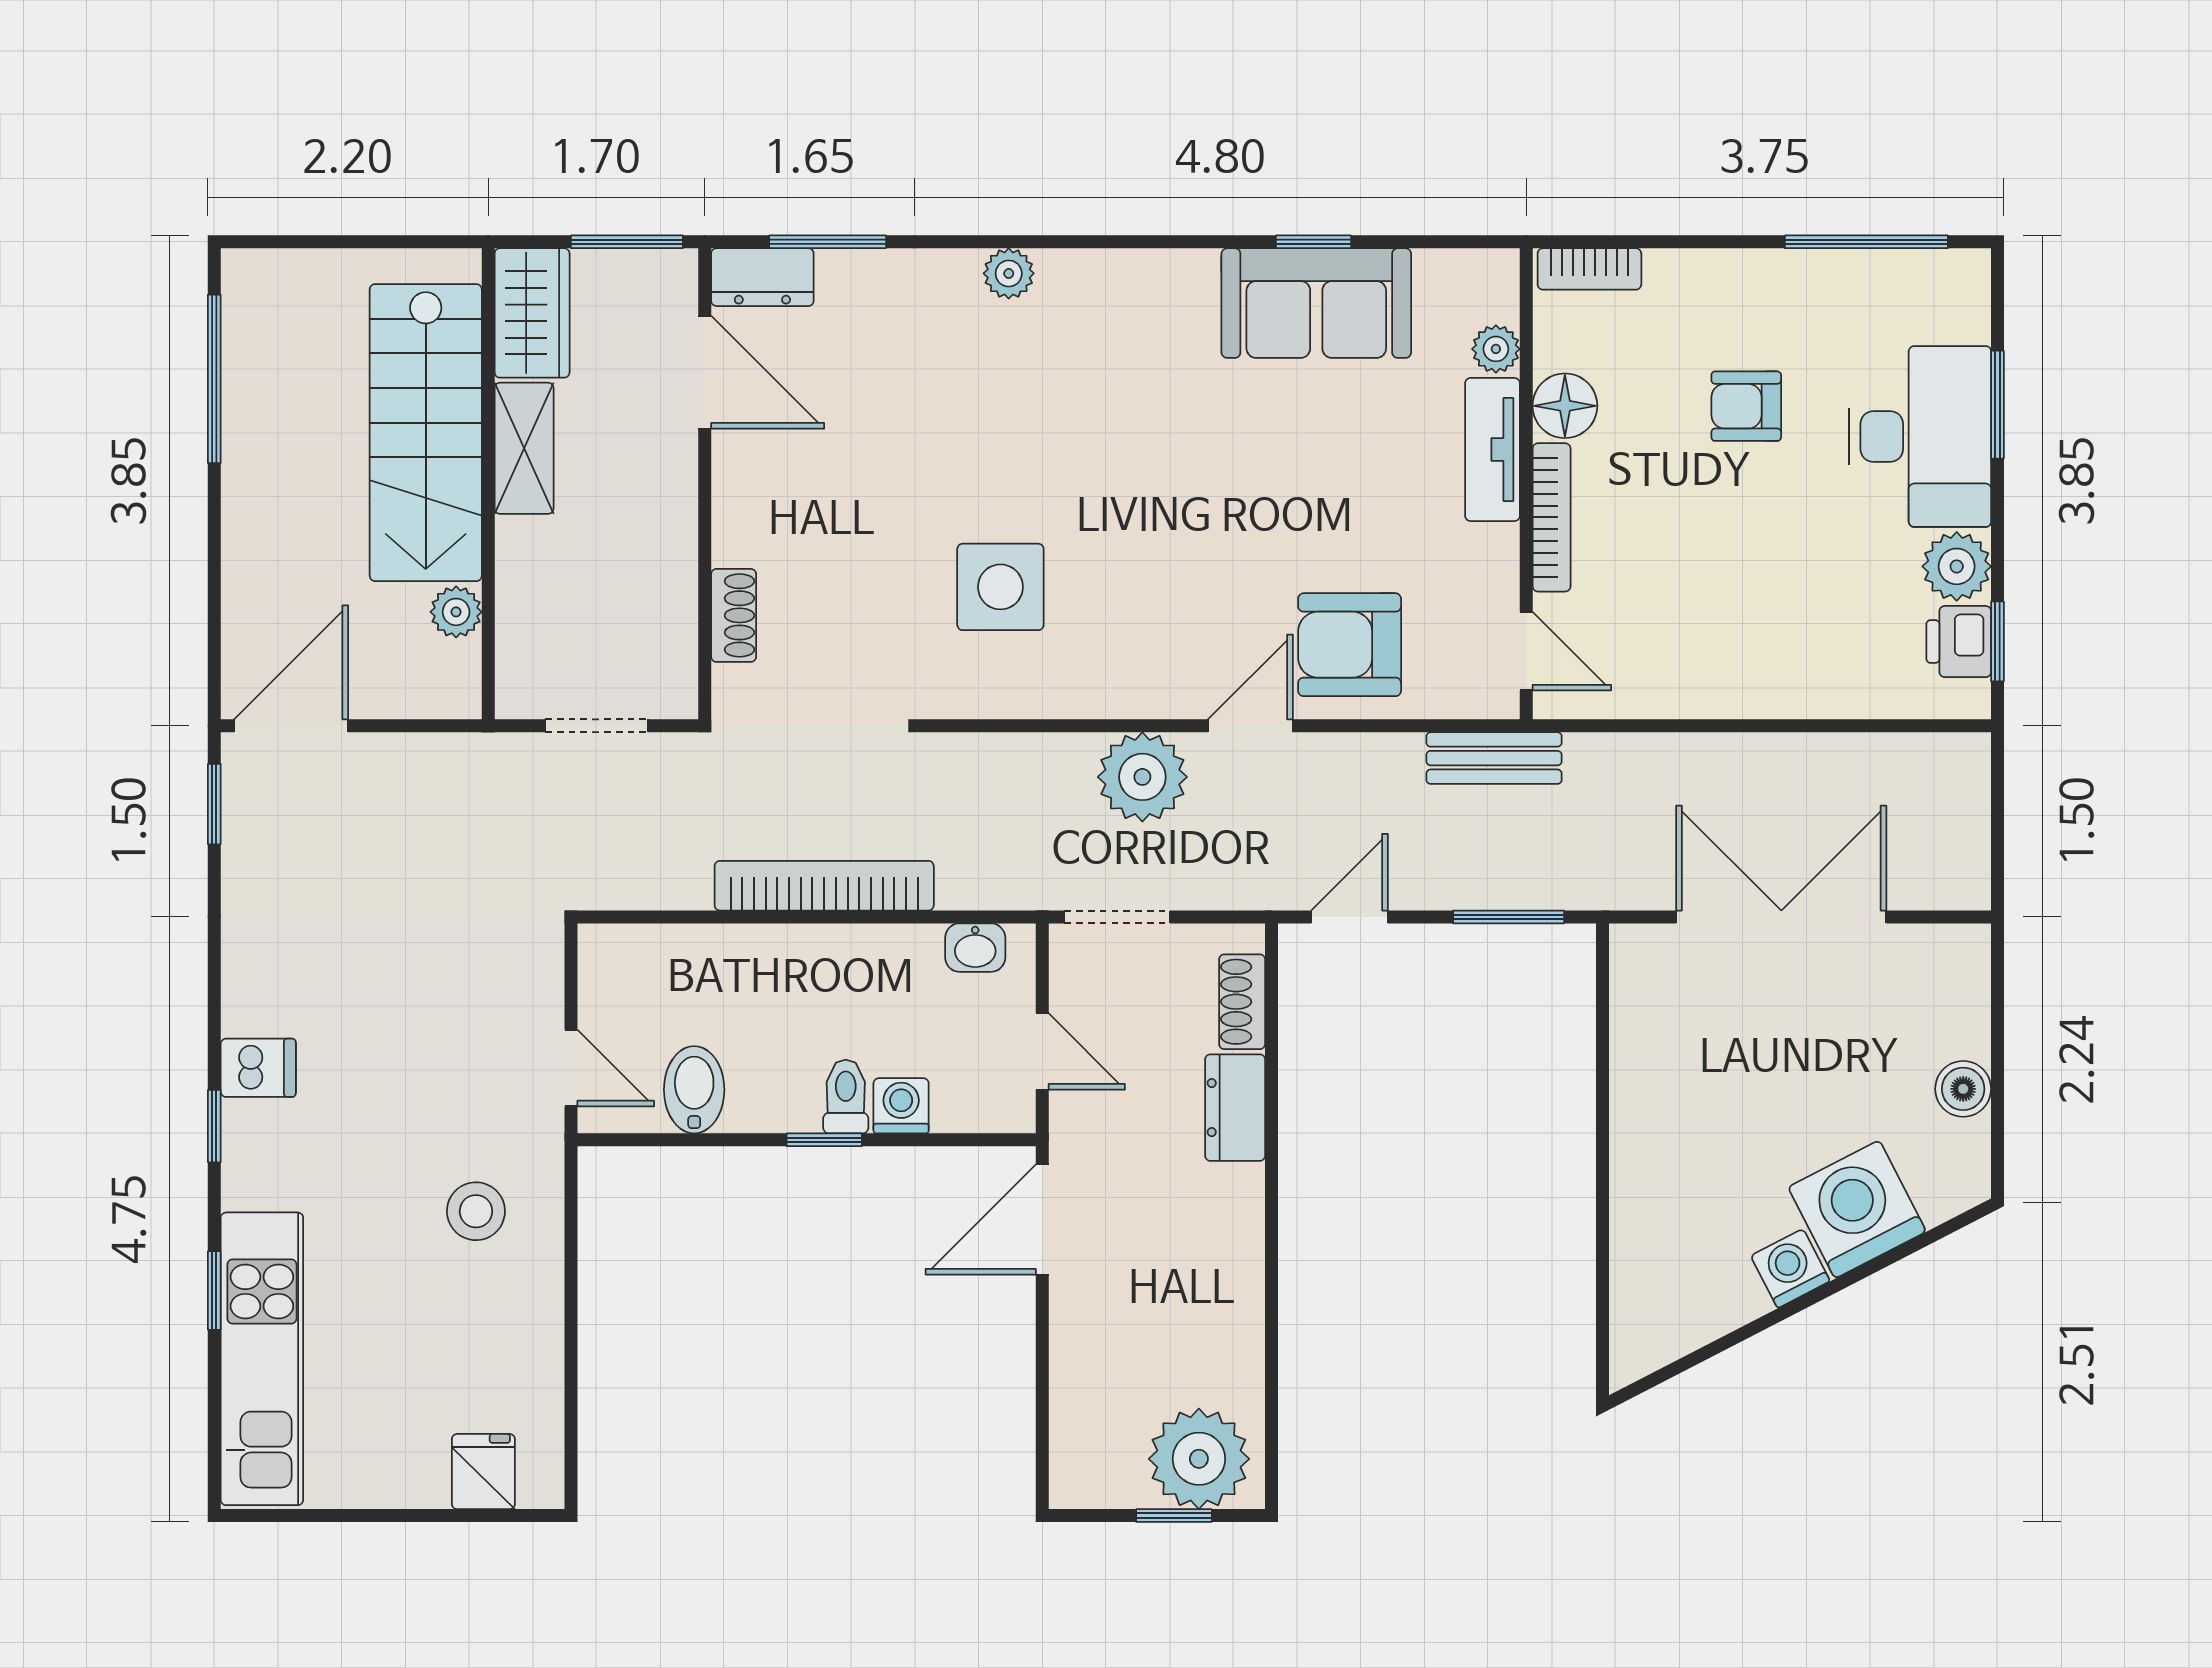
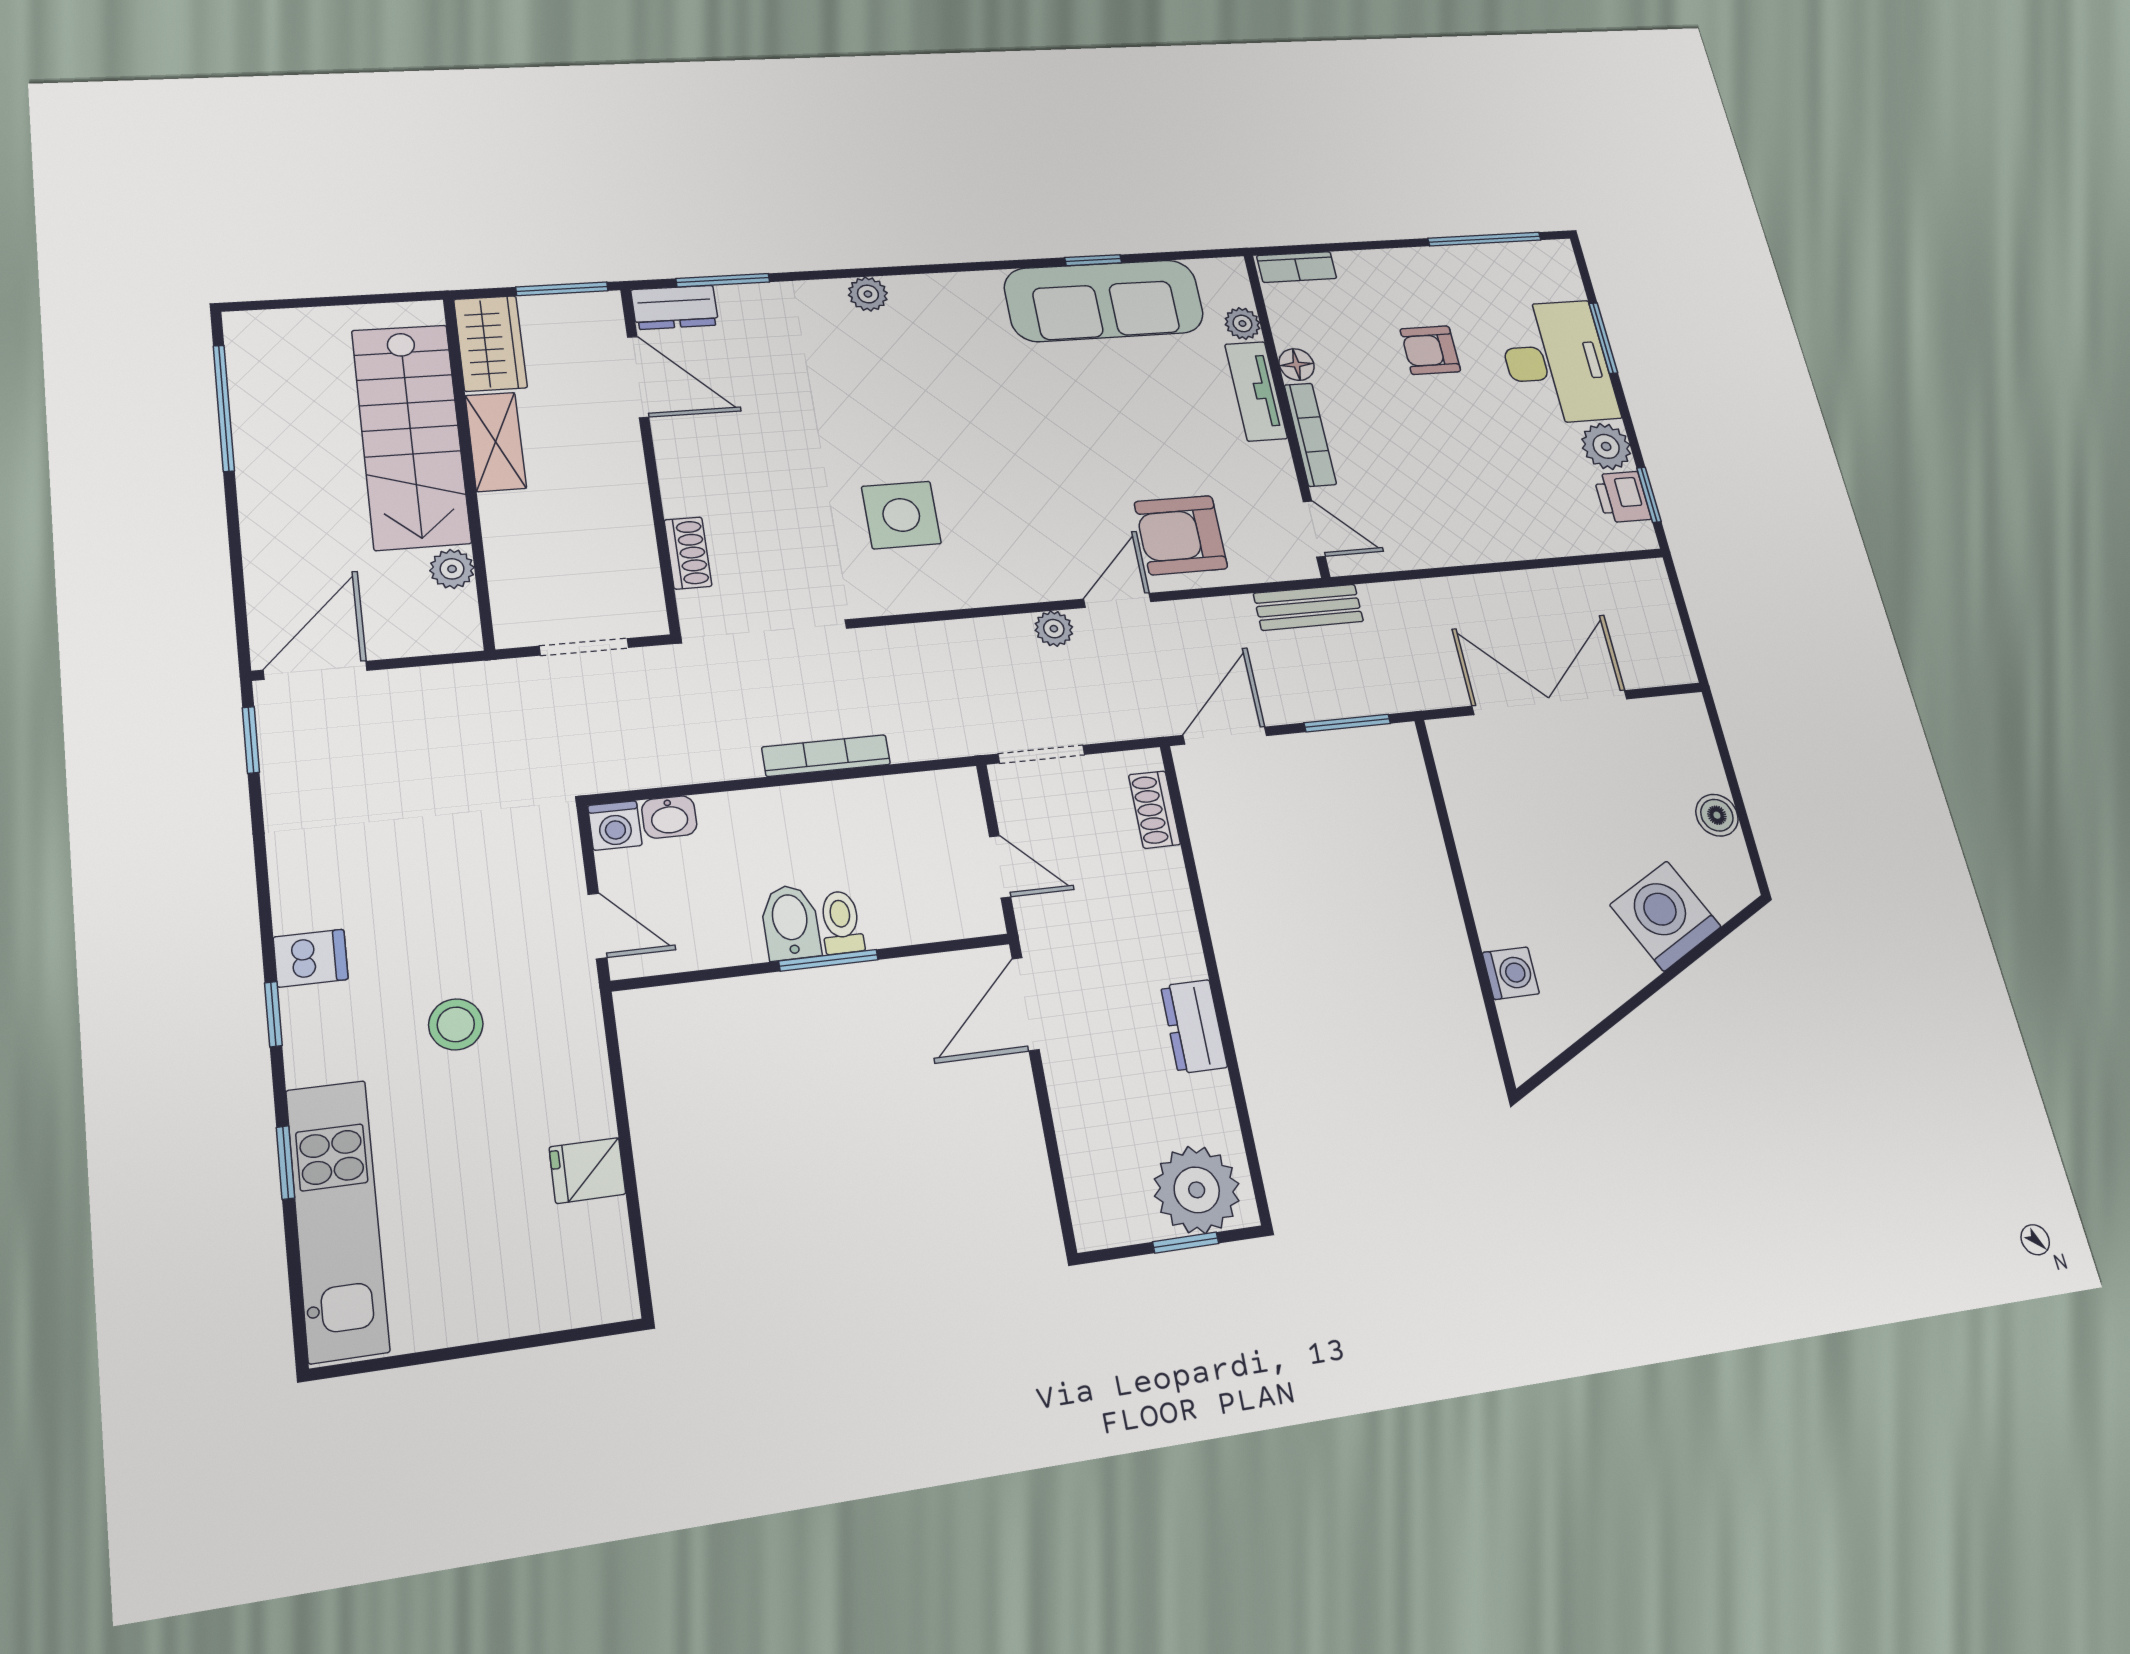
sofa: (1316, 303) -> (1104, 301), width x1.36
floor lamp: (1565, 406) -> (1297, 365), width x0.73, depth x0.73
plant: (1142, 777) -> (1054, 629), width x0.53, depth x0.53
bookcase: (824, 886) -> (826, 756), width x0.68, depth x0.76
door: (1349, 917) -> (1225, 736), width x1.37
washbasin: (975, 948) -> (669, 817), moved
bidet: (694, 1090) -> (790, 922), moved
washing machine: (901, 1106) -> (615, 825), moved, turned 180
dresser: (1235, 1108) -> (1194, 1026), moved
window: (824, 1140) -> (828, 960), width x1.50
stool: (476, 1211) -> (456, 1024), moved
washing machine: (1790, 1268) -> (1511, 973), moved, turned 117
fridge: (483, 1472) -> (587, 1171), moved, turned -90

